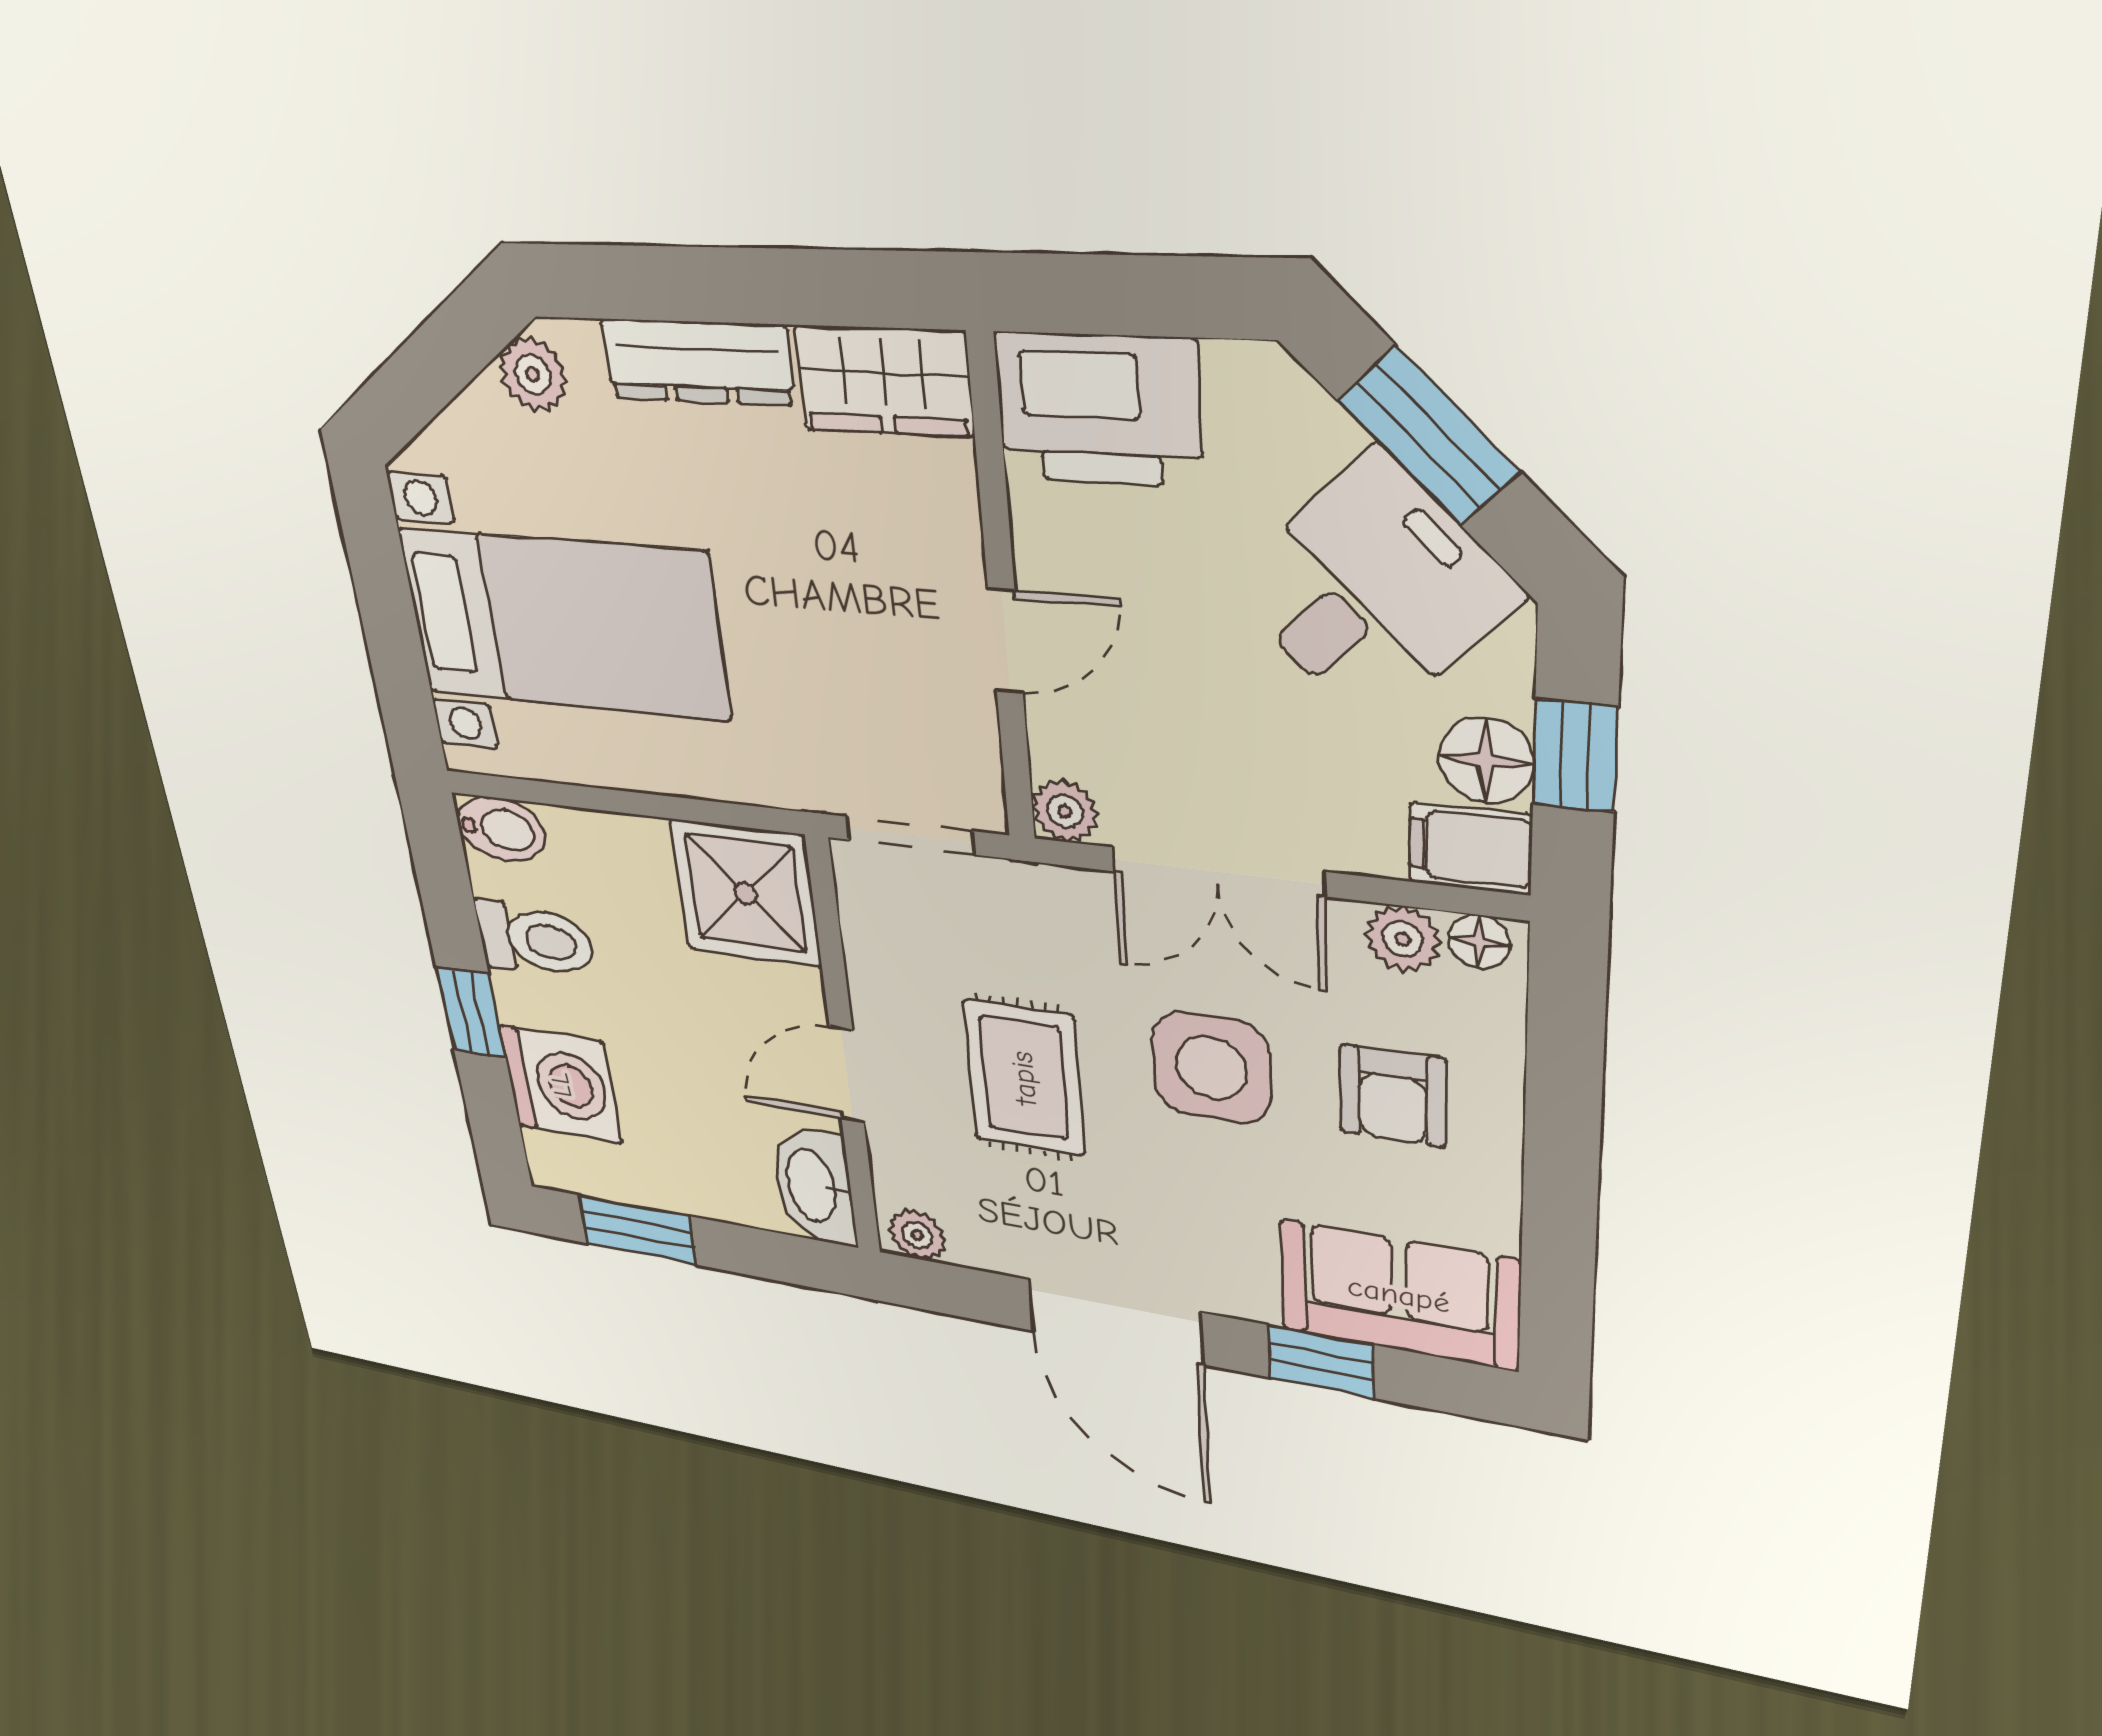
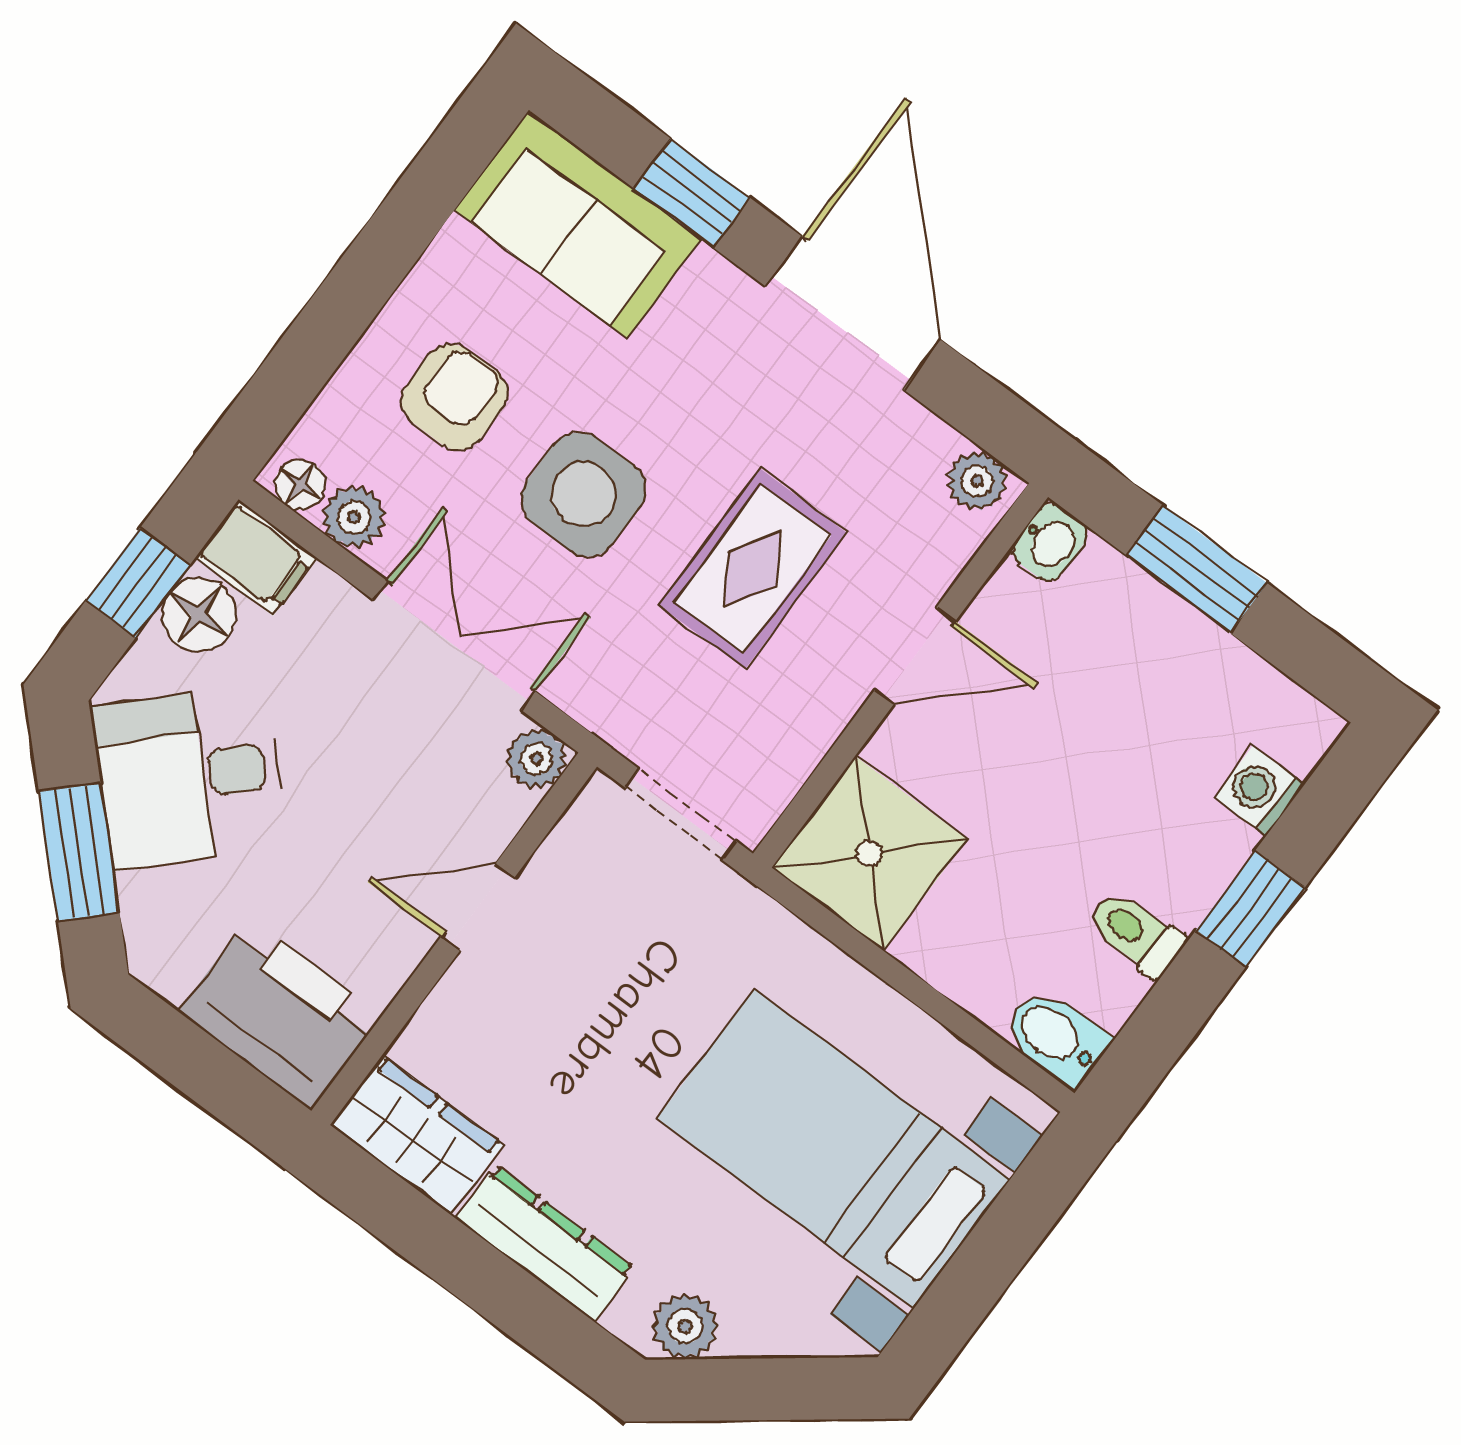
toilet: (535, 940) -> (1136, 933), width x0.73, depth x0.72
washing machine: (561, 1084) -> (1259, 791), width x0.53, depth x0.53
washbasin: (813, 1186) -> (1050, 542), width x0.52, depth x0.69
window: (638, 1230) -> (1197, 569), moved

